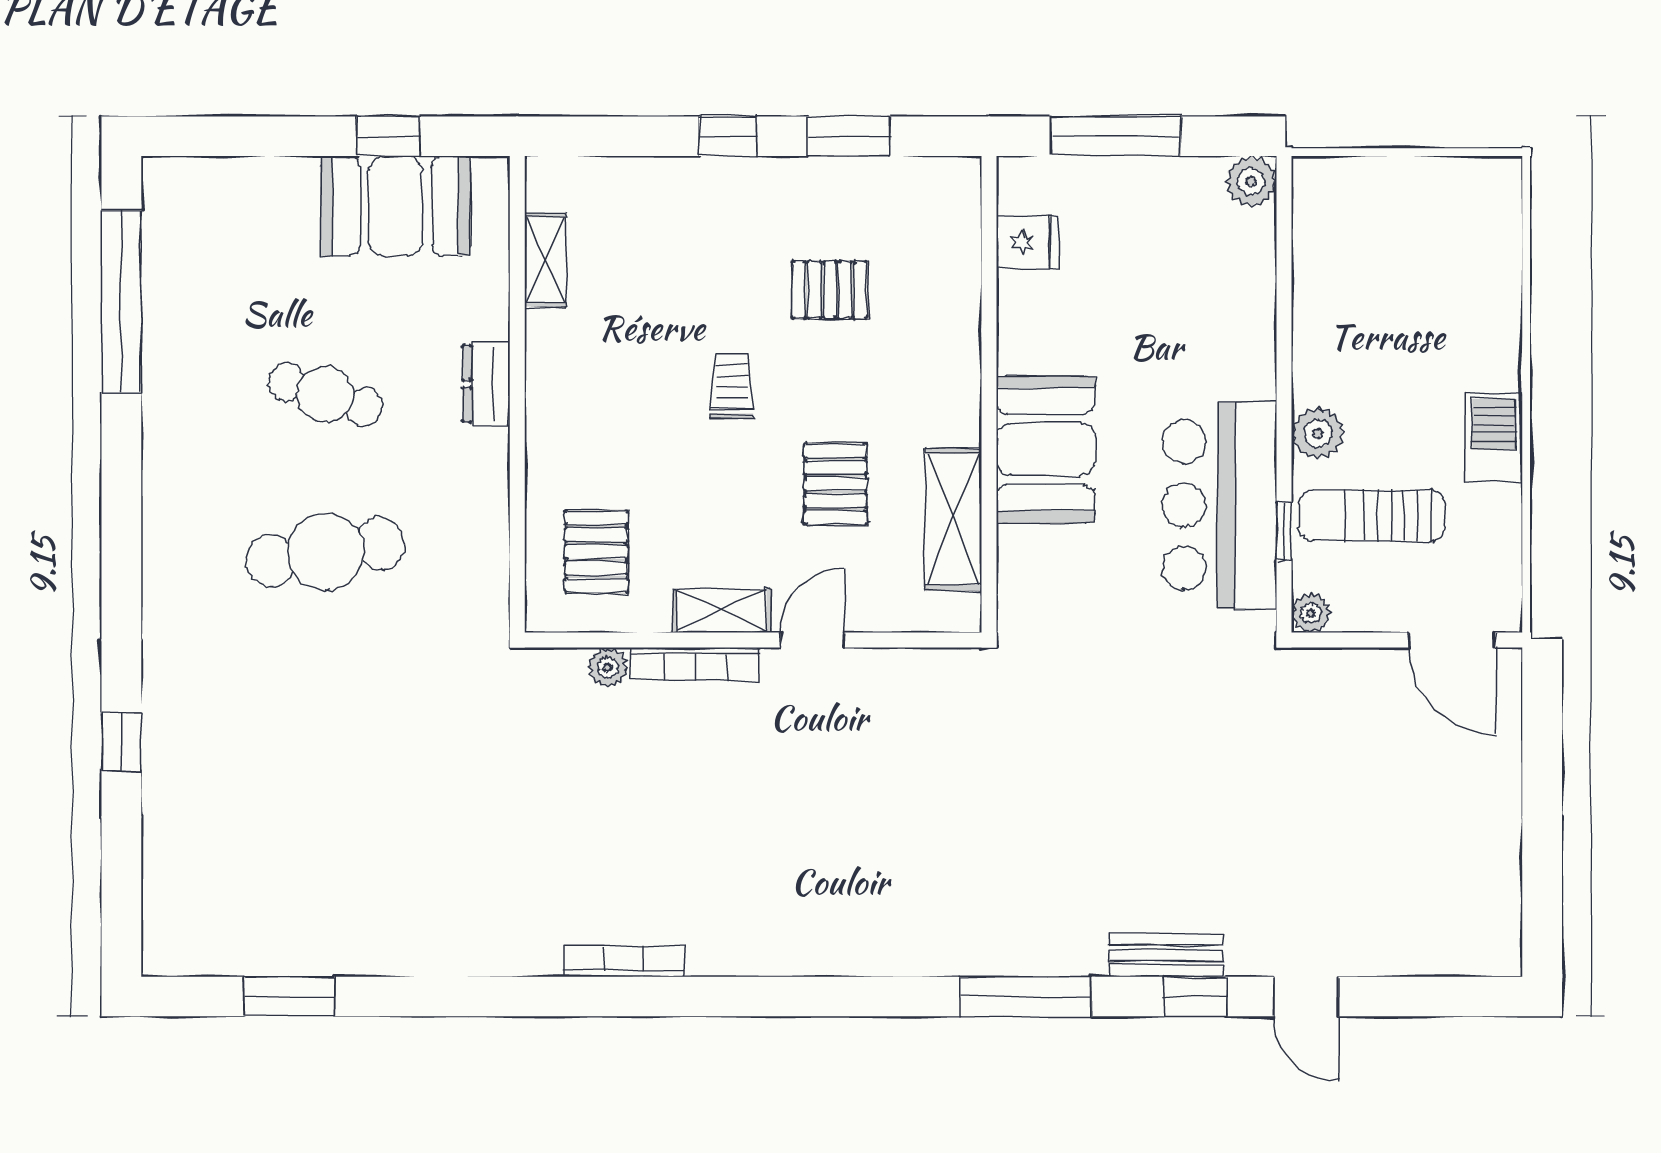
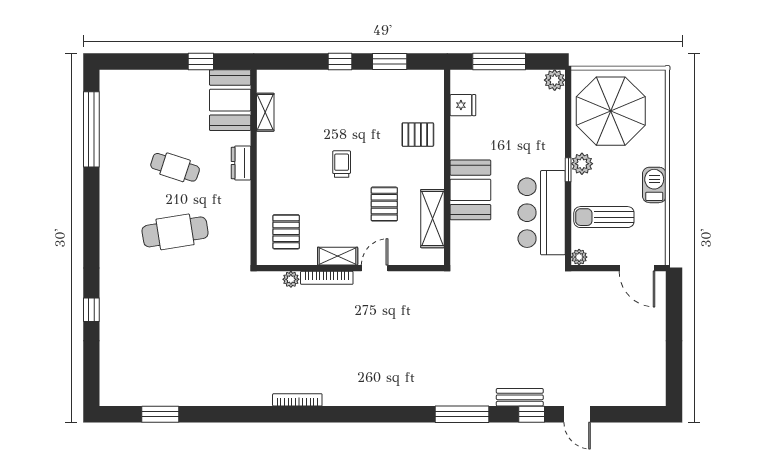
booth: (396, 206) -> (230, 100), moved, turned 90
parasol: (1388, 257) -> (611, 111), added
pallet: (829, 290) -> (418, 135), moved
plant: (1318, 433) -> (582, 164), moved
window: (1284, 531) -> (568, 170), moved

